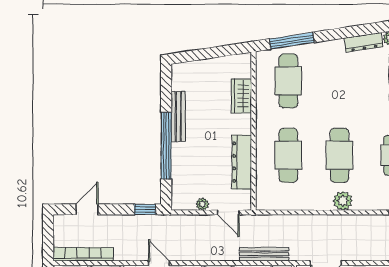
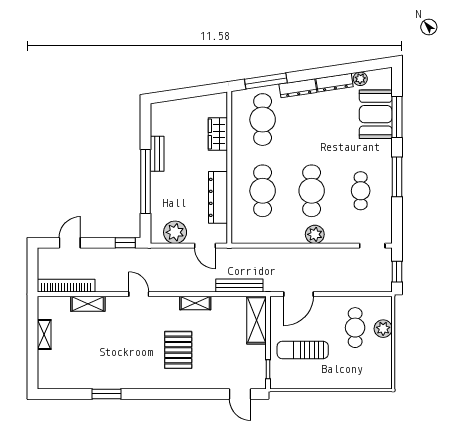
dresser: (325, 48) -> (298, 88), added
bench: (178, 116) -> (157, 154), width x0.73
plant: (202, 204) -> (175, 232), width x1.88, depth x1.88

